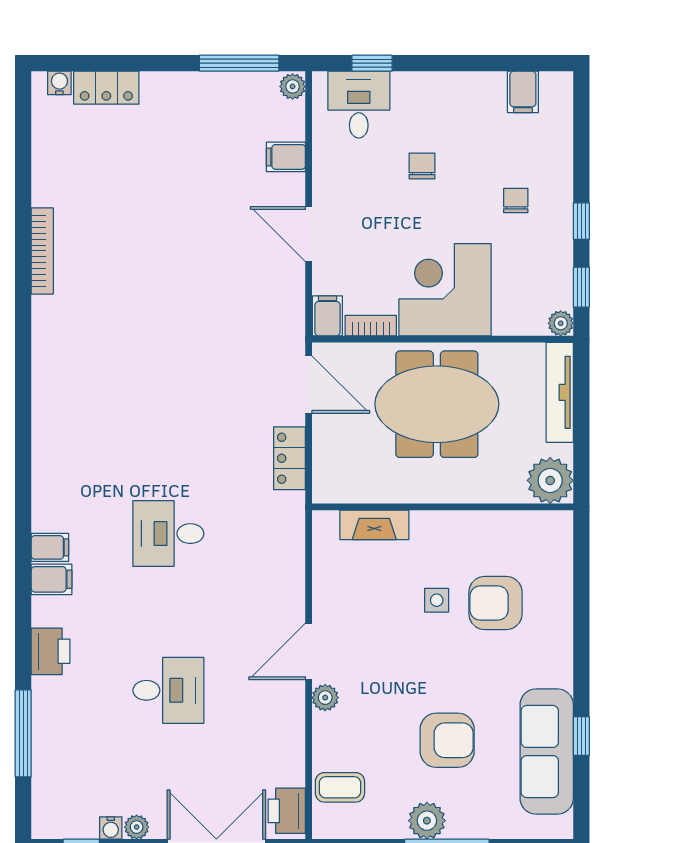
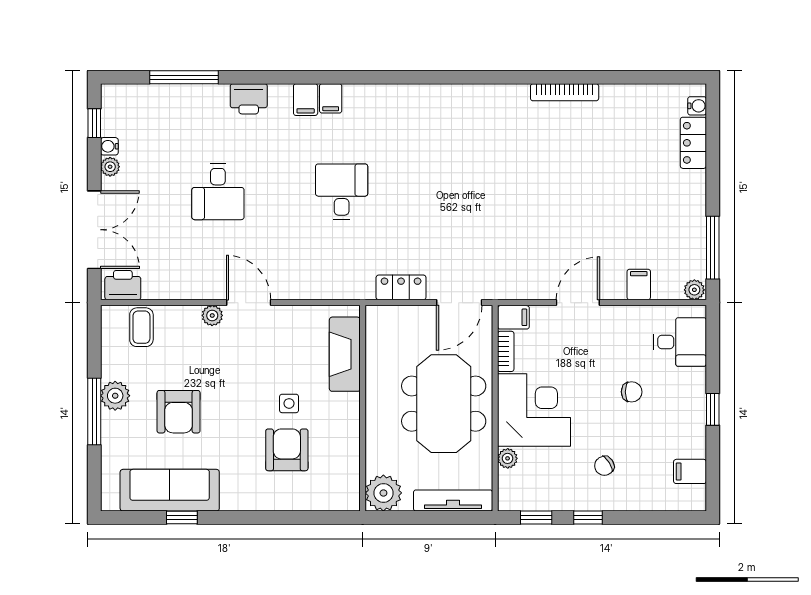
window: (372, 63) -> (713, 409), moved
chair: (516, 201) -> (604, 466), turned 148
plant: (561, 323) -> (508, 458), moved
fireplace: (374, 525) -> (345, 354), width x1.37, depth x1.32

